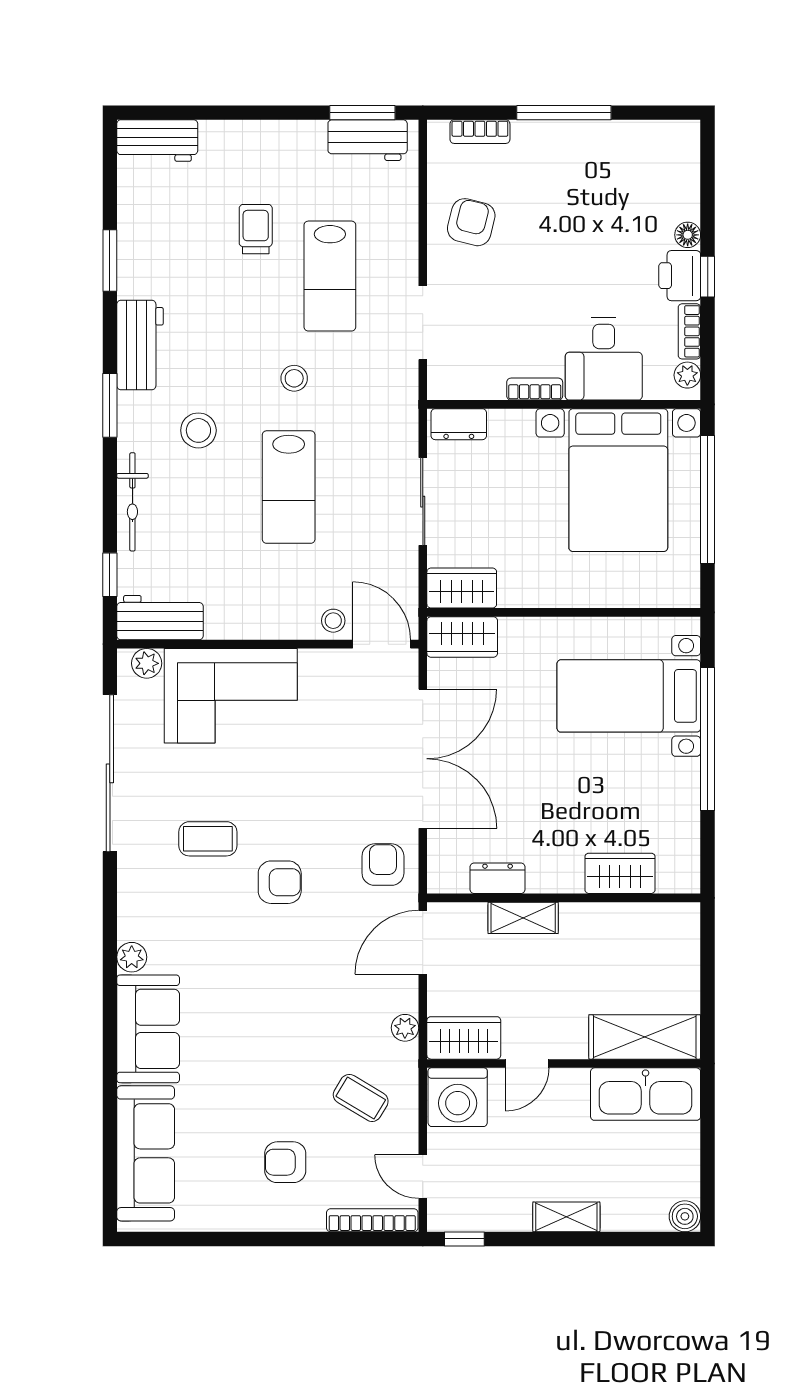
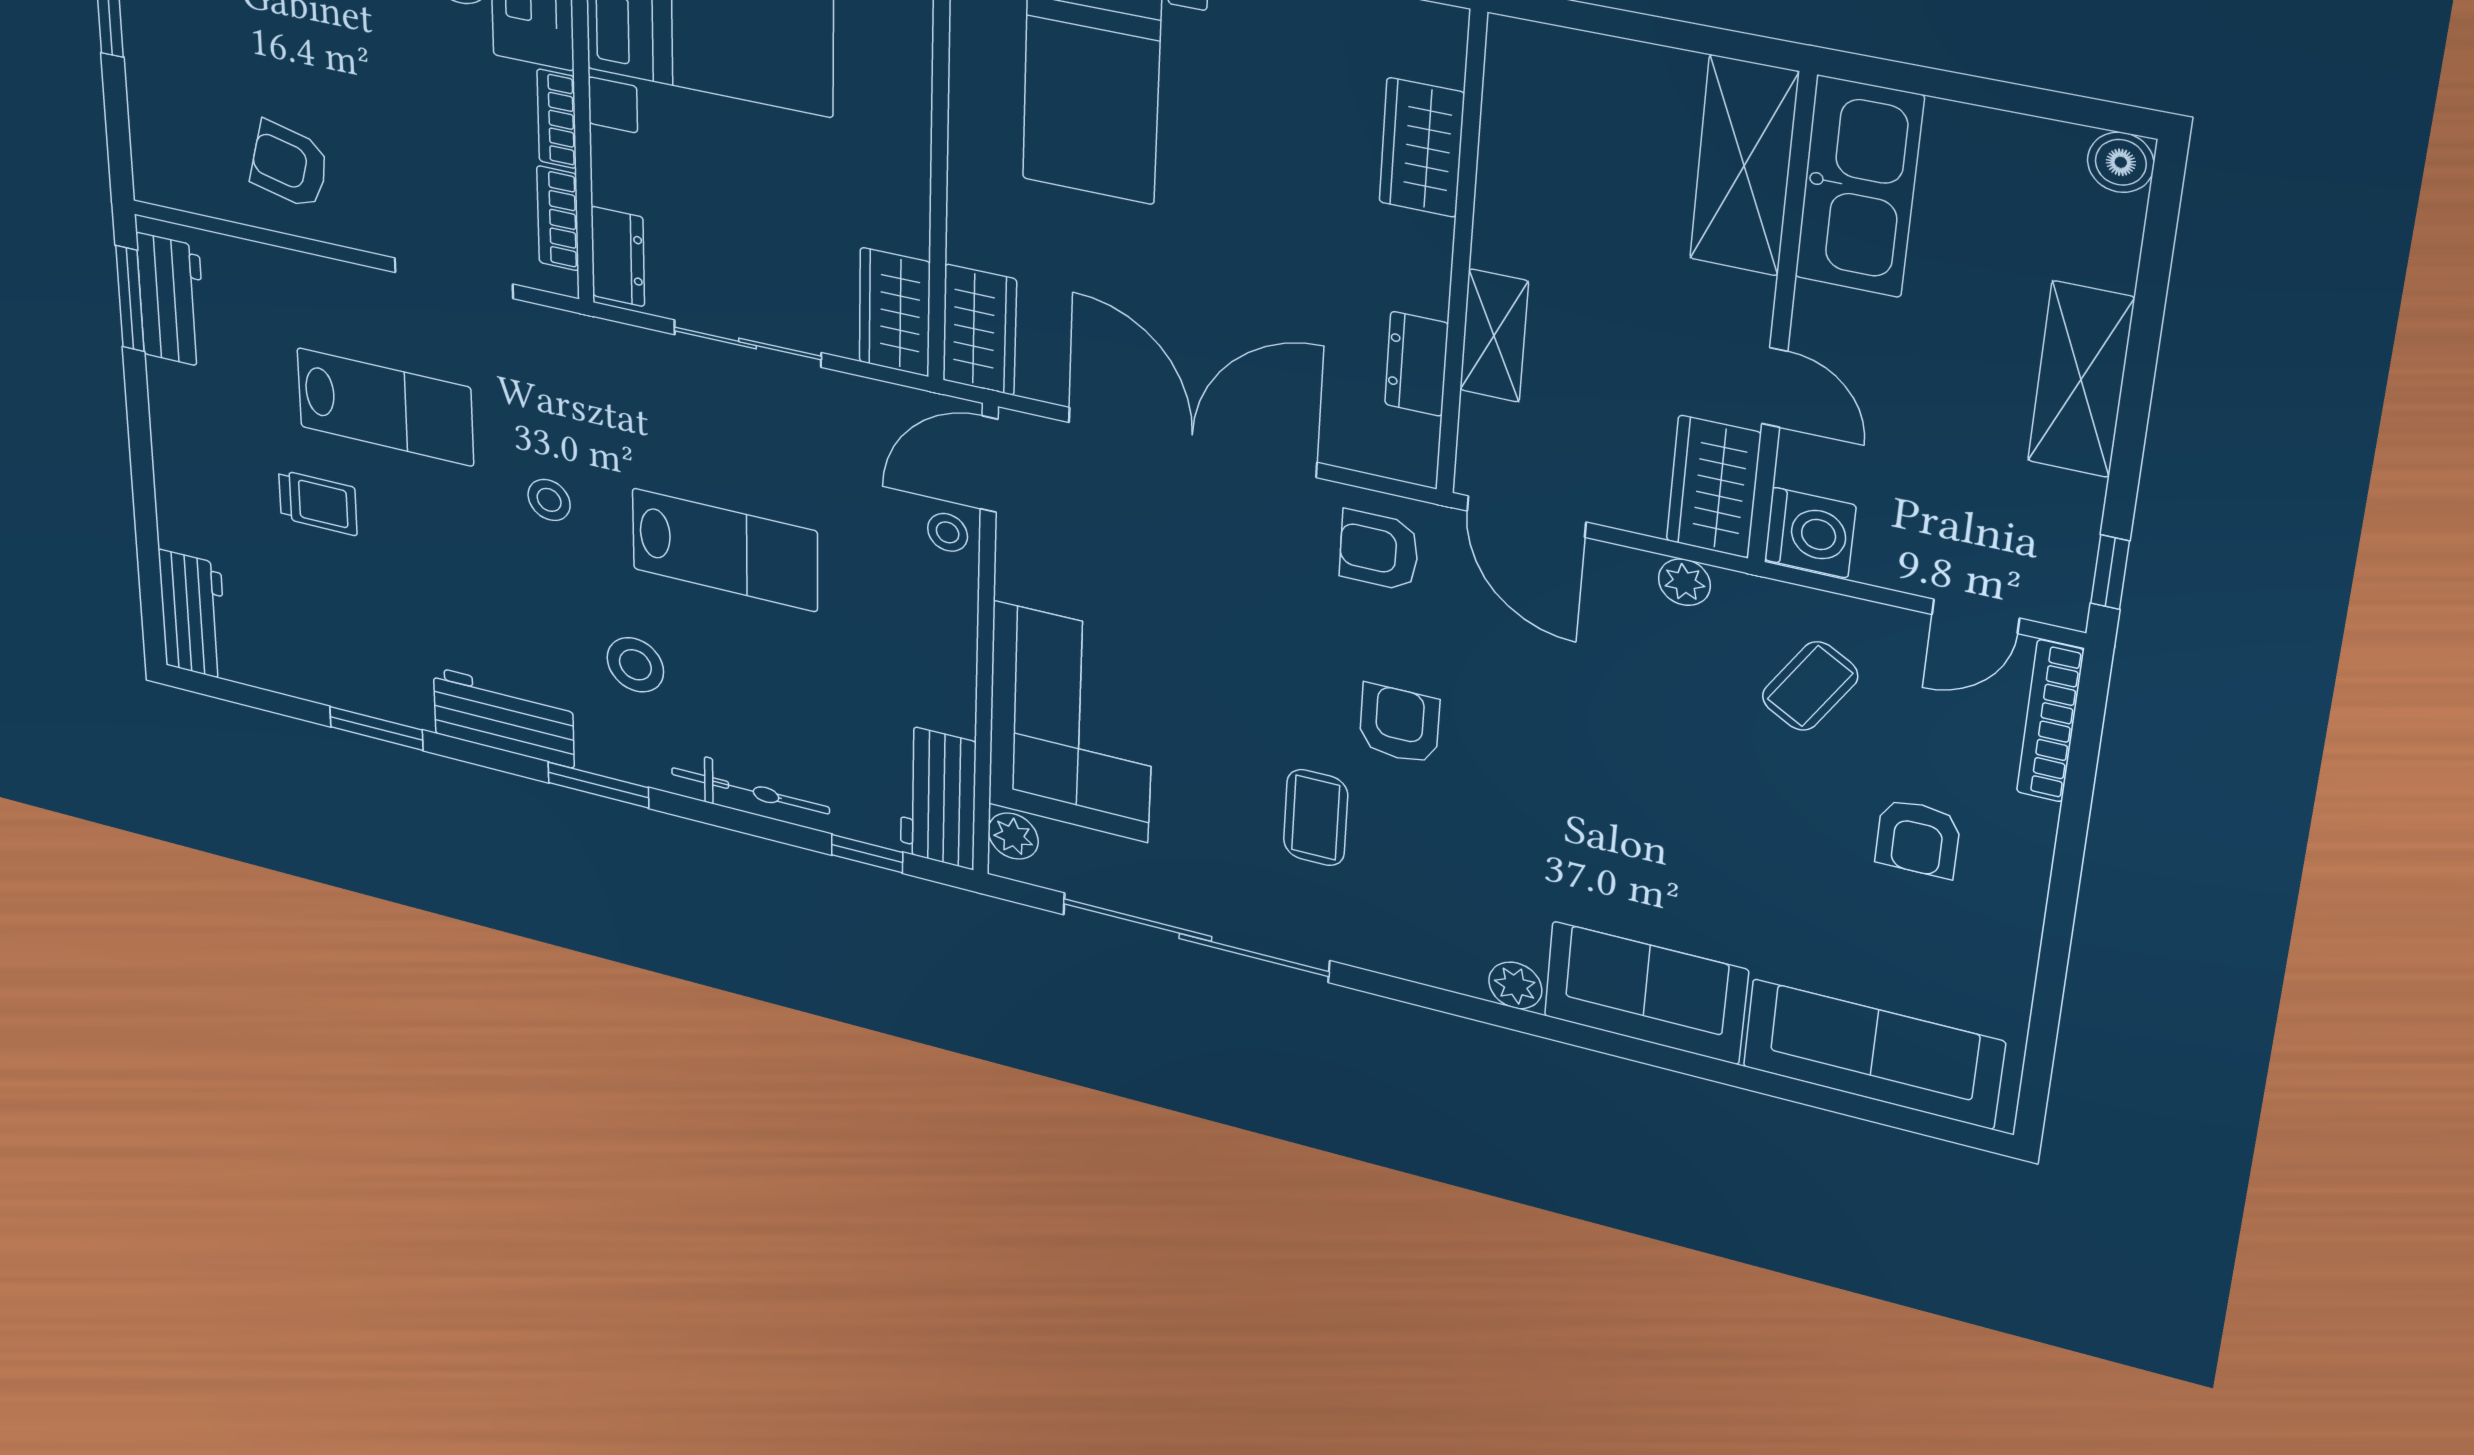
bookcase: (480, 132) -> (558, 218), moved, turned 180
trolley: (256, 229) -> (318, 503), turned 180
washing machine: (458, 1097) -> (1810, 533), width x0.73, depth x0.73
shelving: (566, 1217) -> (2081, 380), width x1.50, depth x1.33

